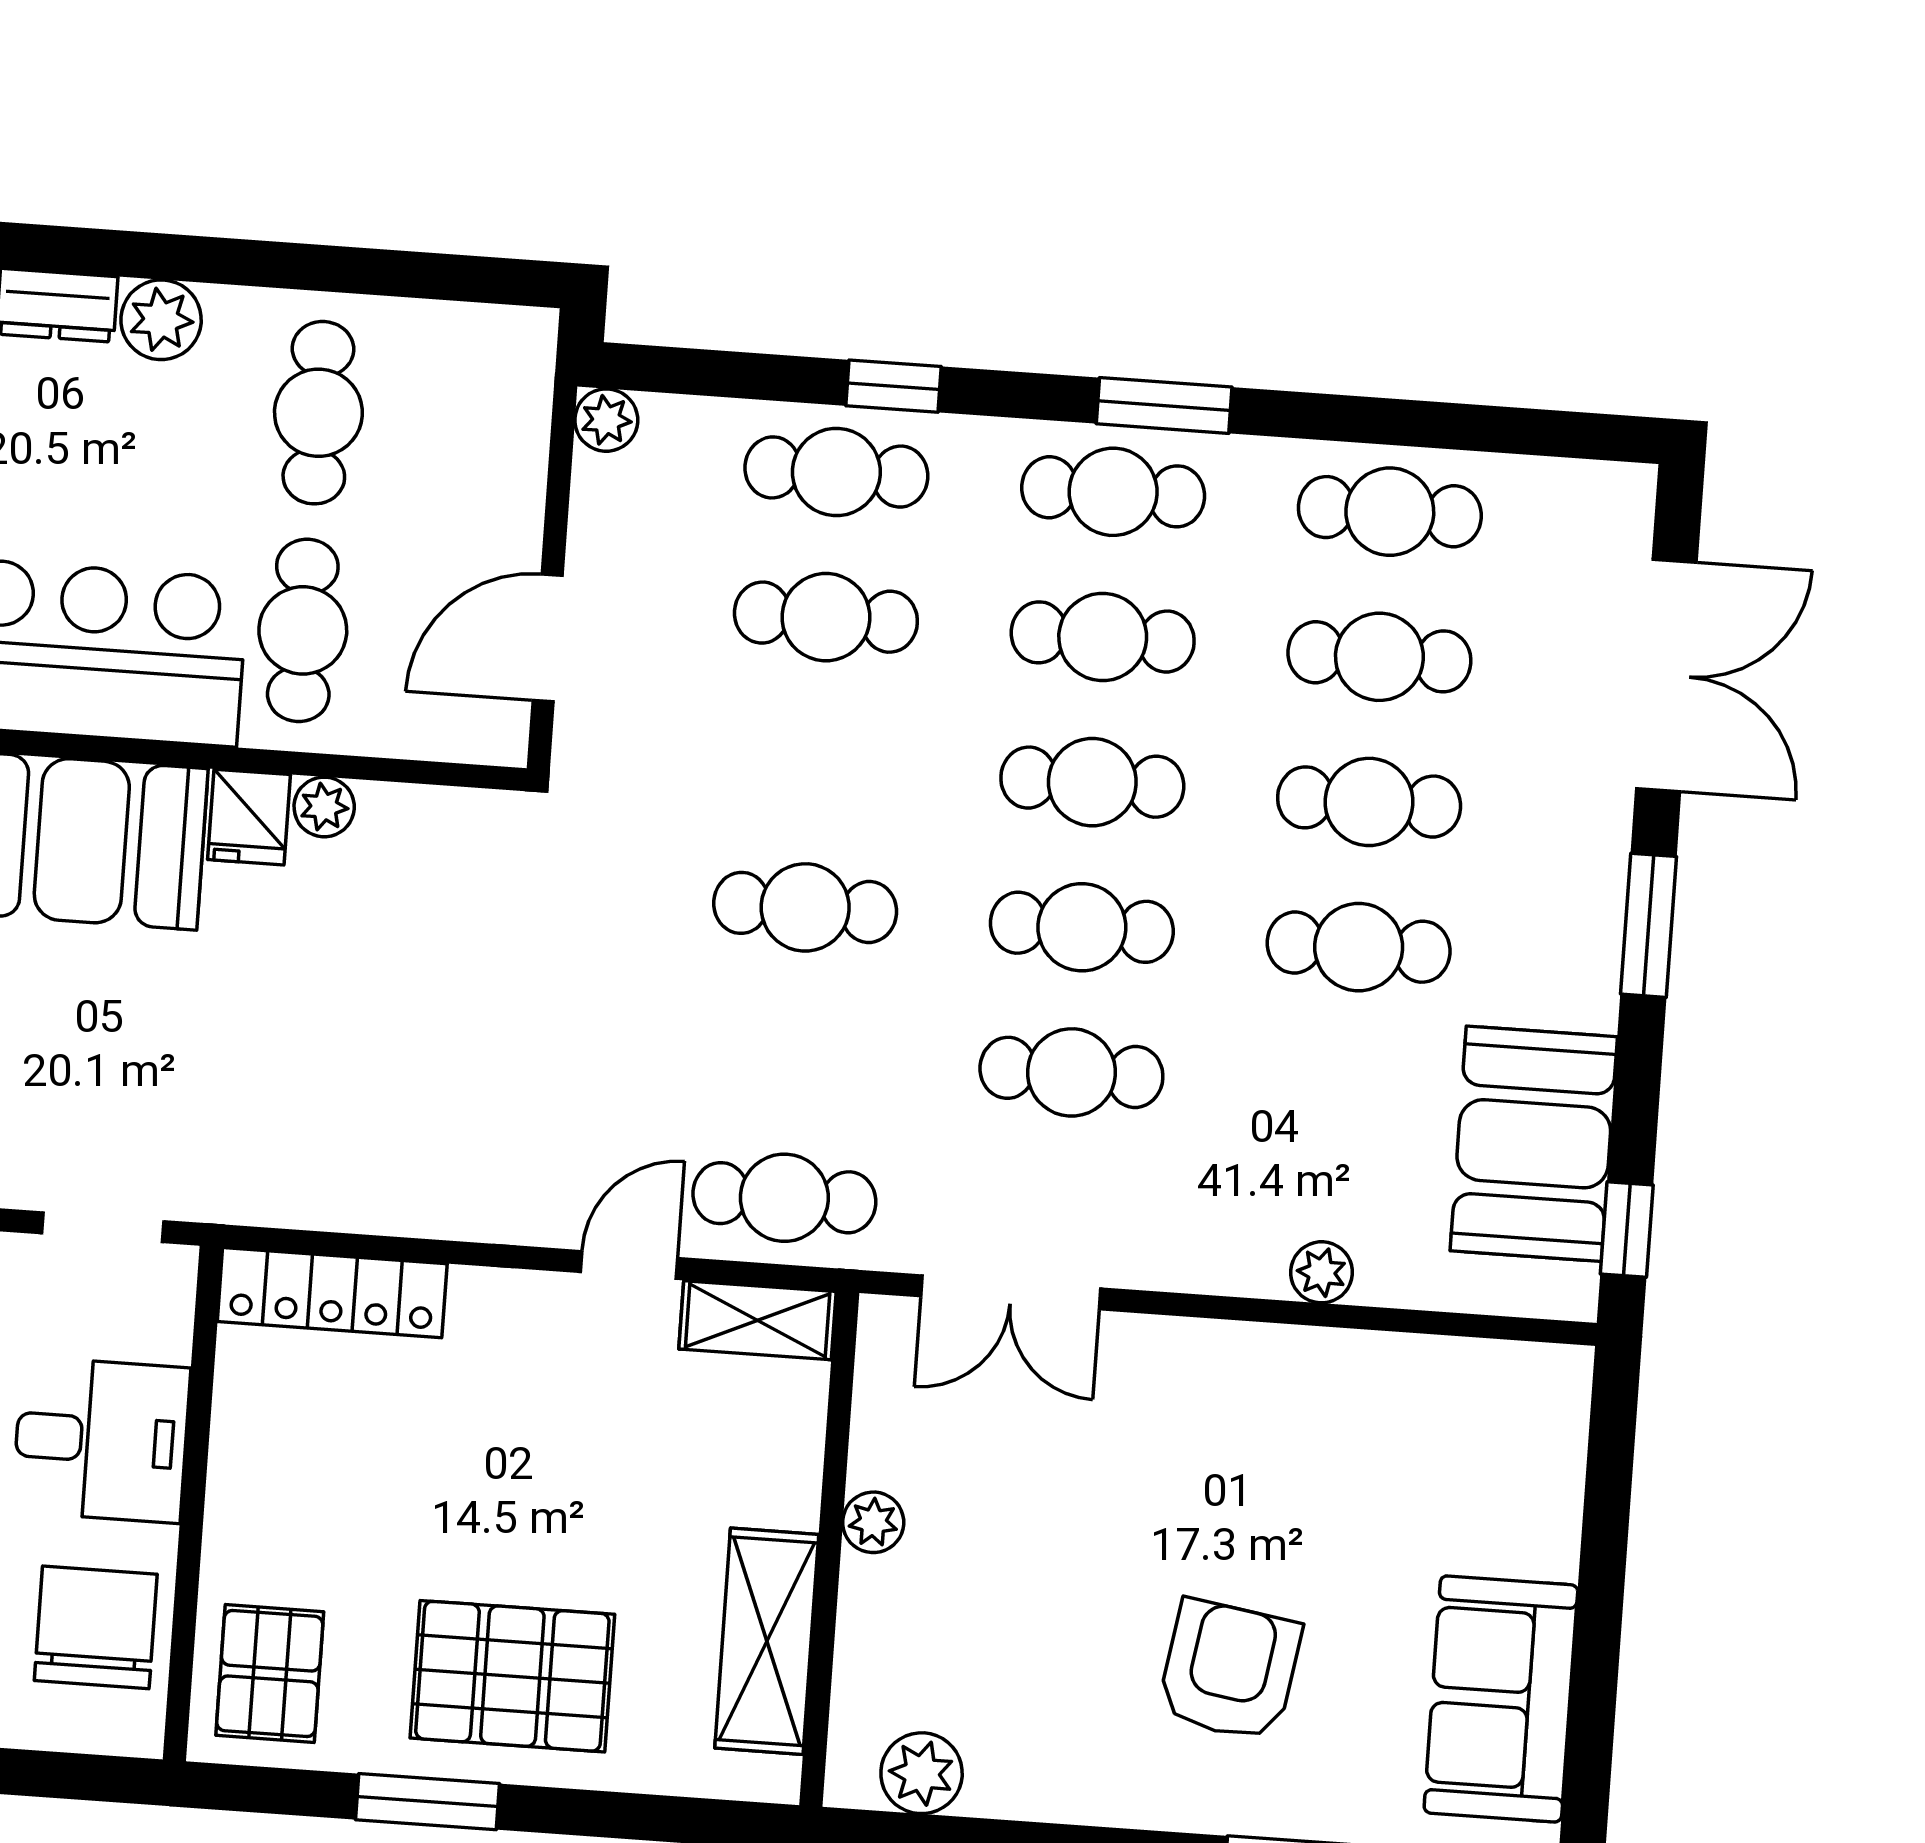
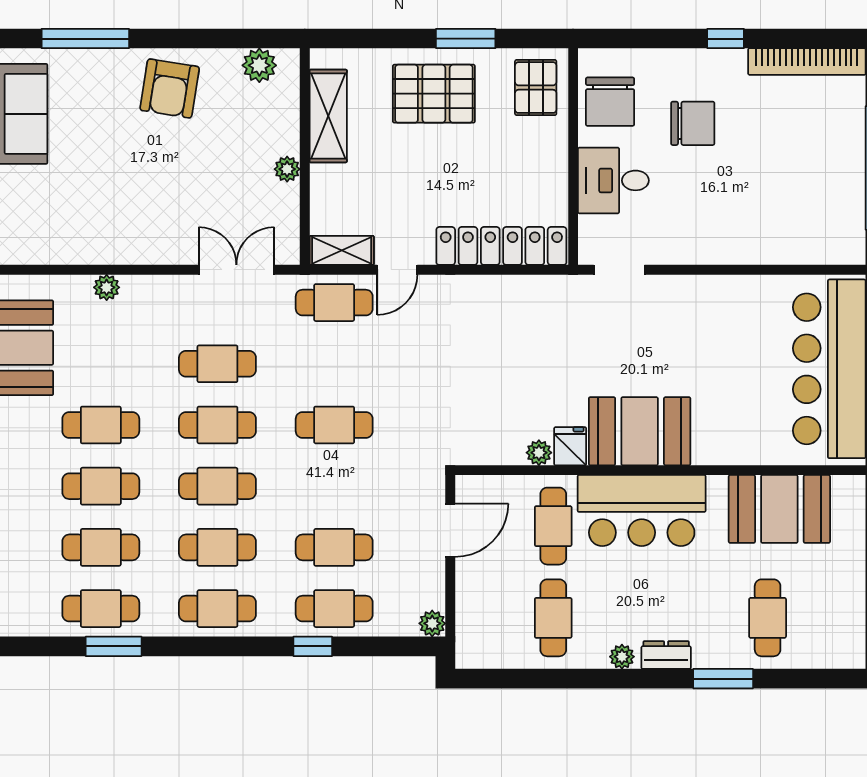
plant: (161, 320) -> (622, 657), width x0.73, depth x0.73
window: (1164, 405) -> (114, 646), moved
locker: (332, 1293) -> (501, 246), width x1.41, depth x1.21
armchair: (1229, 1670) -> (170, 88), moved

